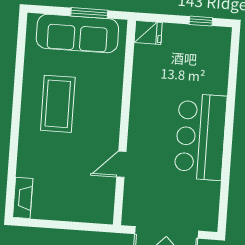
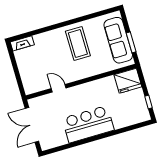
fridge: (148, 33) -> (128, 81), width x1.88, depth x1.34
coffee table: (58, 104) -> (78, 44), turned 90

